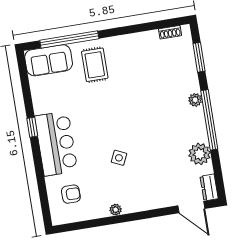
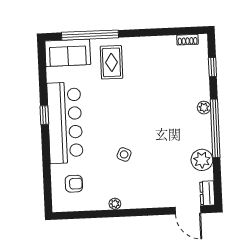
window: (199, 57) -> (212, 67), width x0.67
bar counter: (56, 144) -> (65, 123), width x1.36

